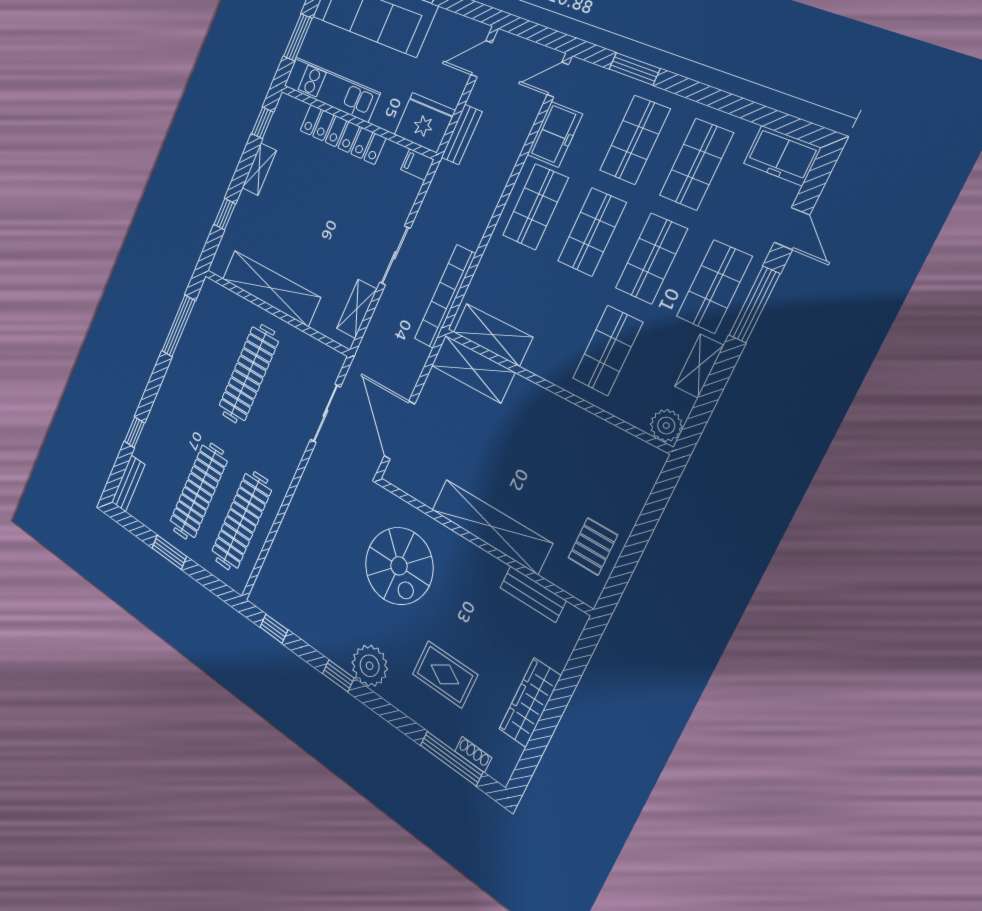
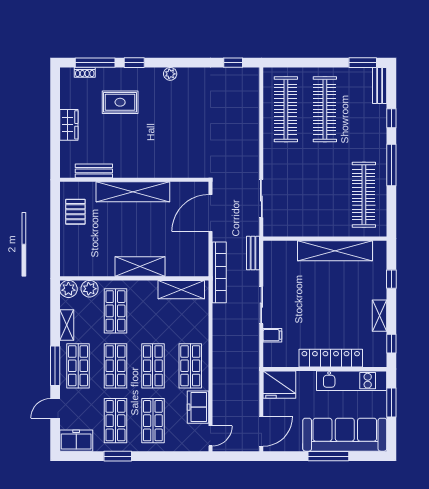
door: (481, 59) -> (261, 431), width x1.38
window: (634, 69) -> (118, 456), moved
bench: (462, 135) -> (253, 253), moved
filing cabinet: (417, 164) -> (272, 335), moved
door: (792, 229) -> (55, 408), hinge flipped
bookcase: (445, 296) -> (219, 272), moved
shelving: (357, 309) -> (271, 265), removed
window: (178, 326) -> (391, 165), moved
shelving: (473, 369) -> (140, 267), moved
clothes rail: (249, 374) -> (364, 195), moved
plant: (631, 408) -> (90, 289), added
door: (399, 430) -> (210, 213), swing flipped
window: (169, 552) -> (363, 63), moved
spiral stairs: (399, 566) -> (174, 142), removed
plant: (370, 666) -> (170, 74), width x0.53, depth x0.53
window: (338, 676) -> (134, 63), moved
wardrobe: (530, 702) -> (69, 125), width x0.67

